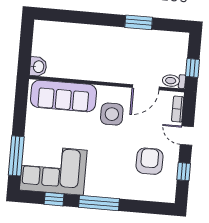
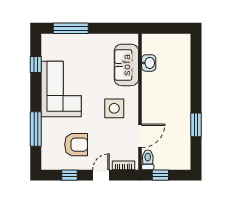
washbasin: (38, 67) -> (149, 63), moved, turned -90
door: (146, 87) -> (140, 136), swing flipped
sofa: (64, 96) -> (126, 65), width x0.73
corner sofa: (53, 170) -> (61, 89), moved
window: (99, 203) -> (36, 129), moved

